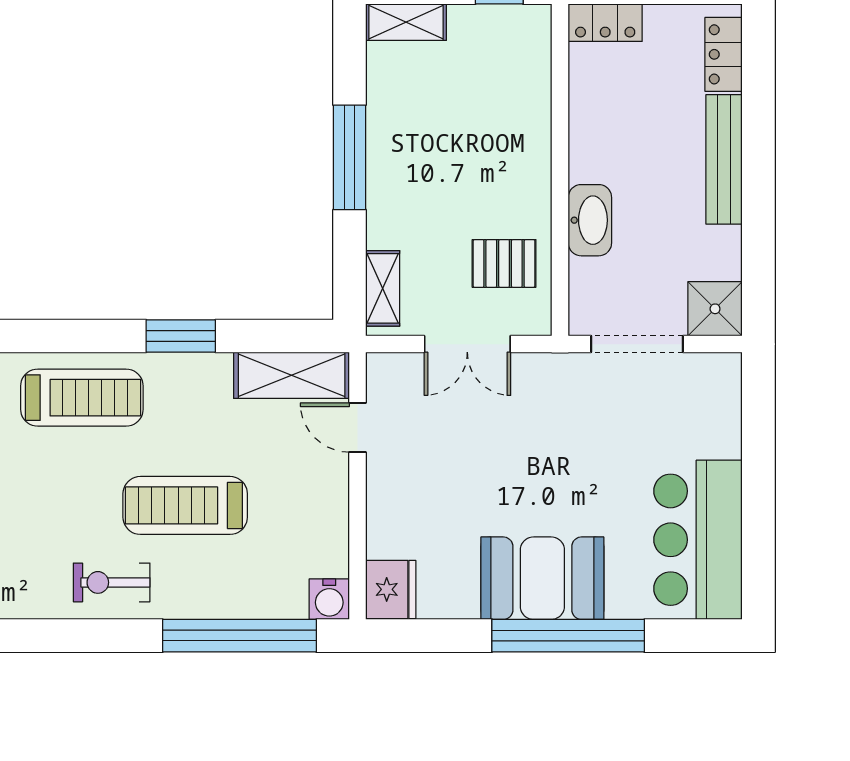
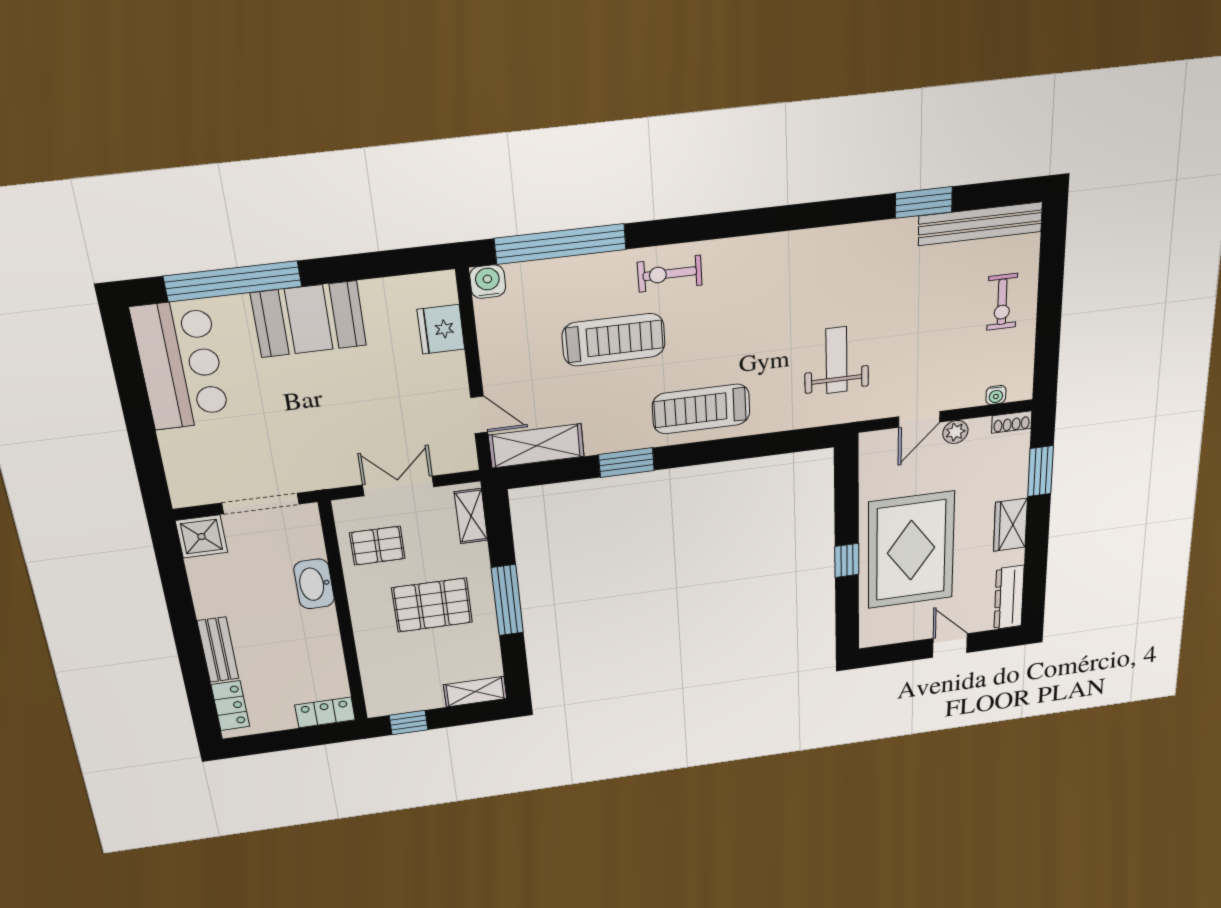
bench: (724, 159) -> (218, 650), width x0.73
pallet: (446, 166) -> (432, 605), added
exercise bike: (112, 582) -> (670, 274), turned 180
fridge: (391, 589) -> (441, 329), moved
window: (568, 636) -> (233, 281), moved

